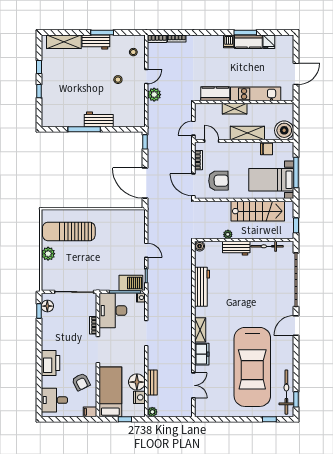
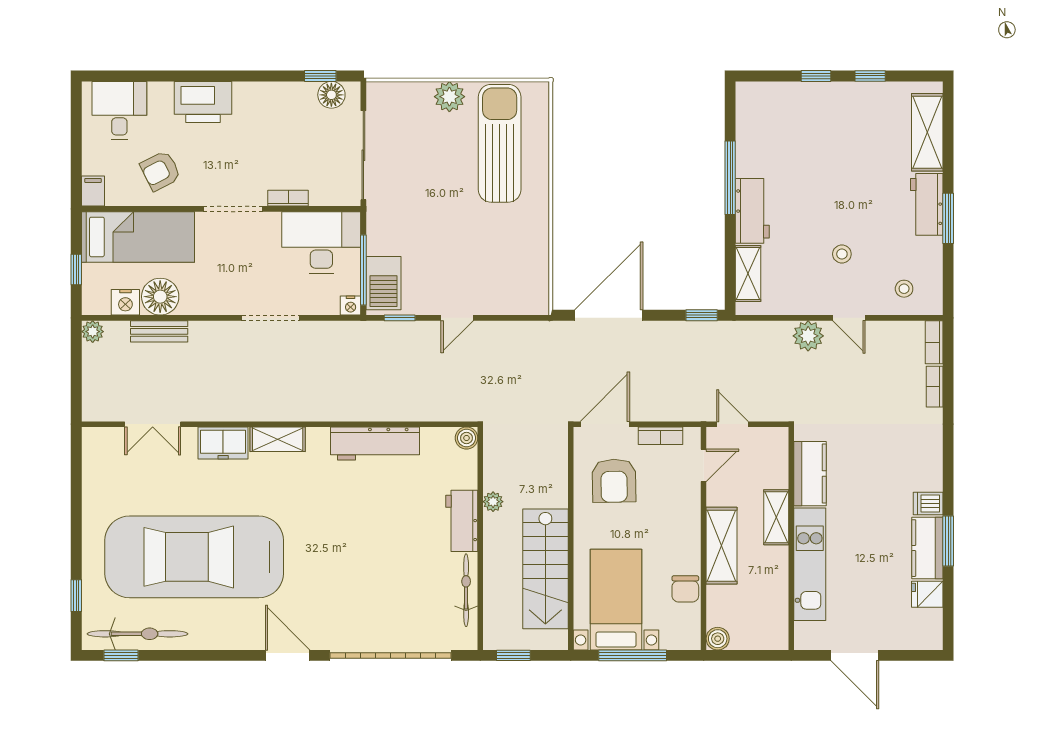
shelving: (127, 121) -> (748, 274), added
boiler: (284, 130) -> (718, 639), width x0.54, depth x0.54

